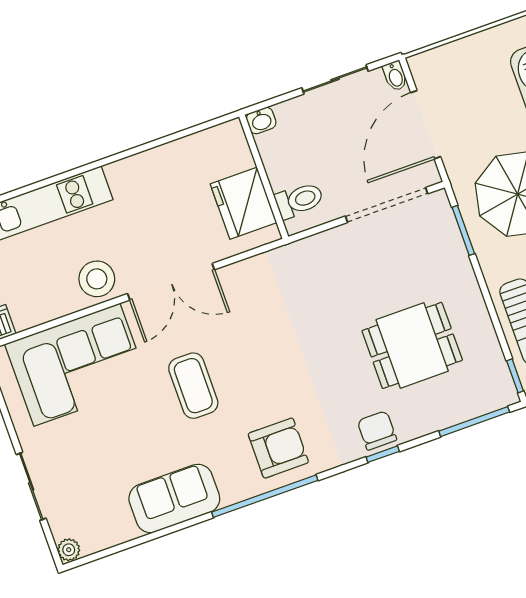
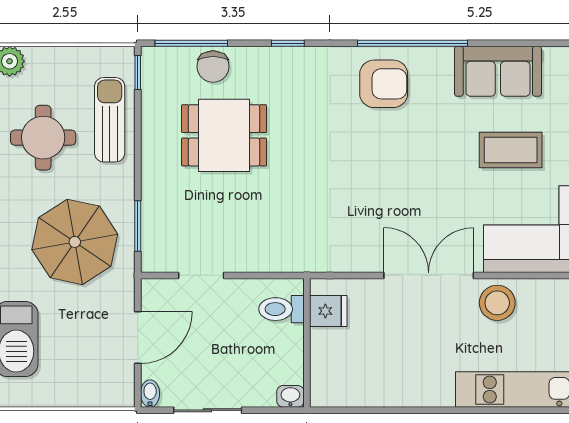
door: (426, 125) -> (138, 338), width x0.73
fridge: (243, 203) -> (328, 311), width x0.53, depth x0.75
doorway: (387, 205) -> (201, 275), width x0.53
coffee table: (193, 386) -> (511, 150), moved, turned 90
chair: (377, 430) -> (213, 67), moved
armchair: (278, 448) -> (384, 84), turned 180

